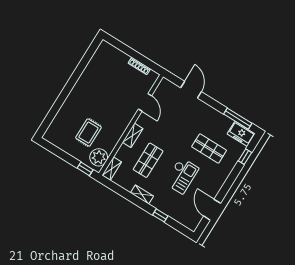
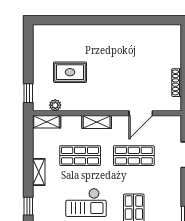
shop shelf: (170, 124) -> (134, 156), added
plant: (99, 157) -> (55, 105), width x0.53, depth x0.53

